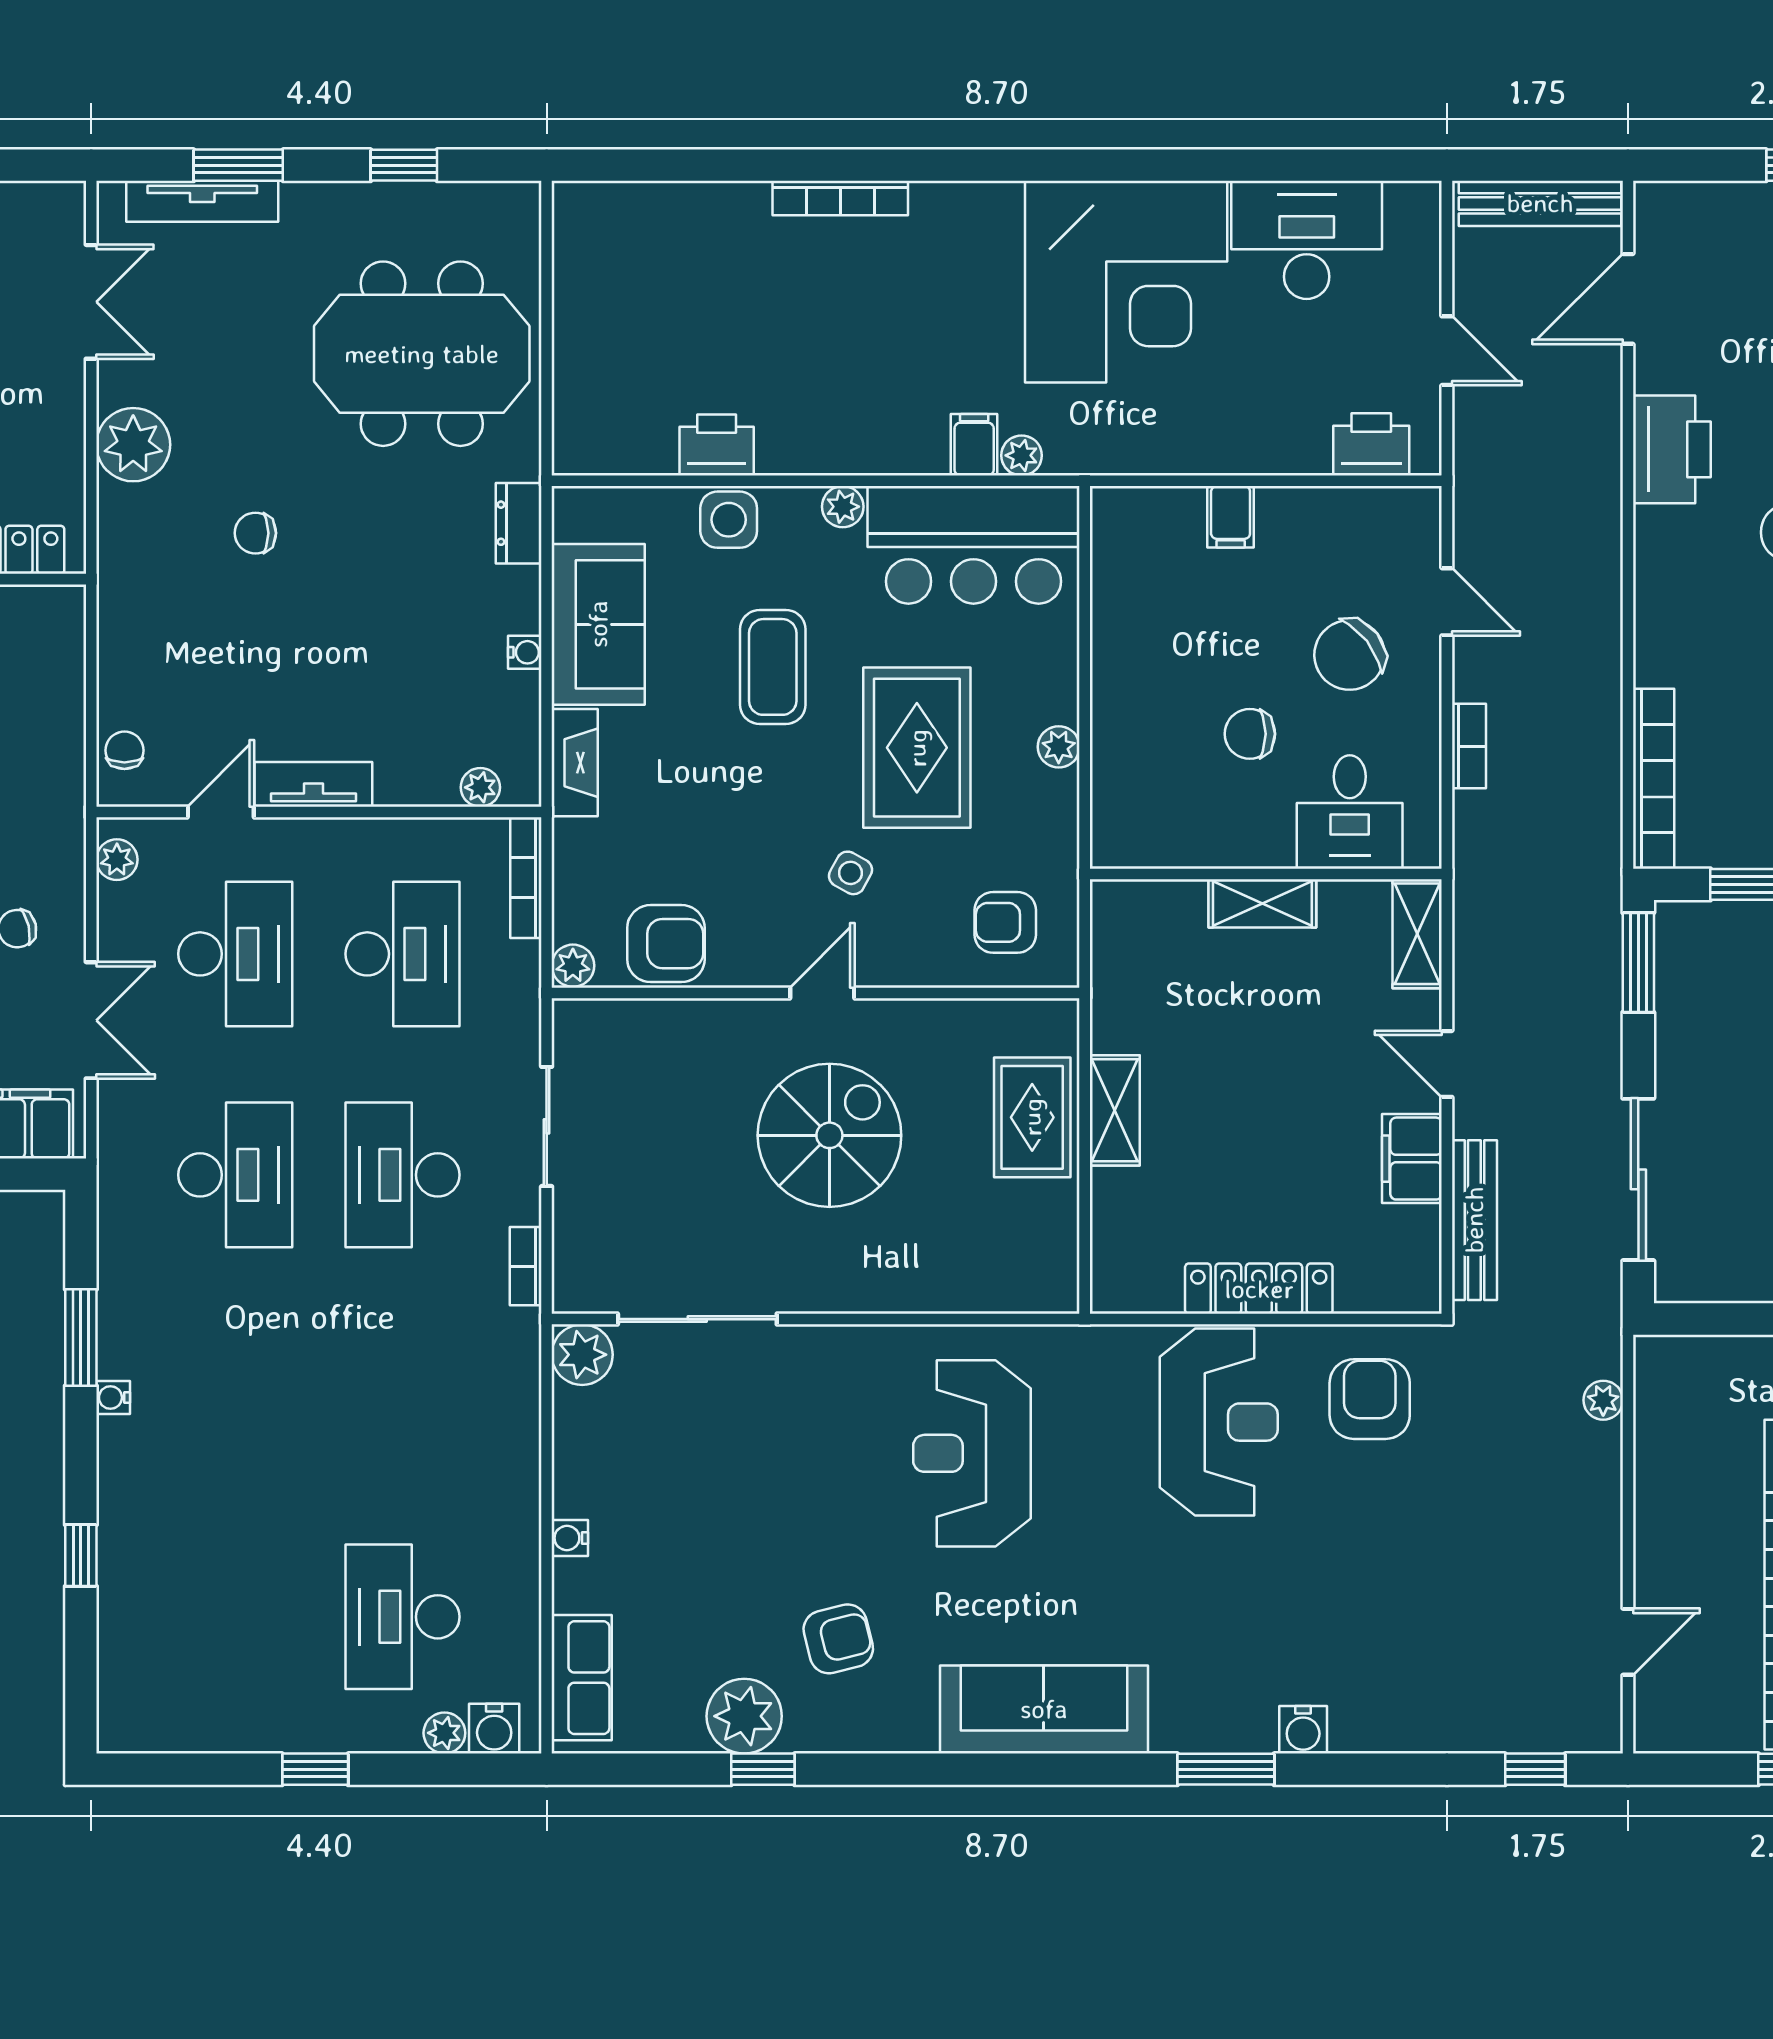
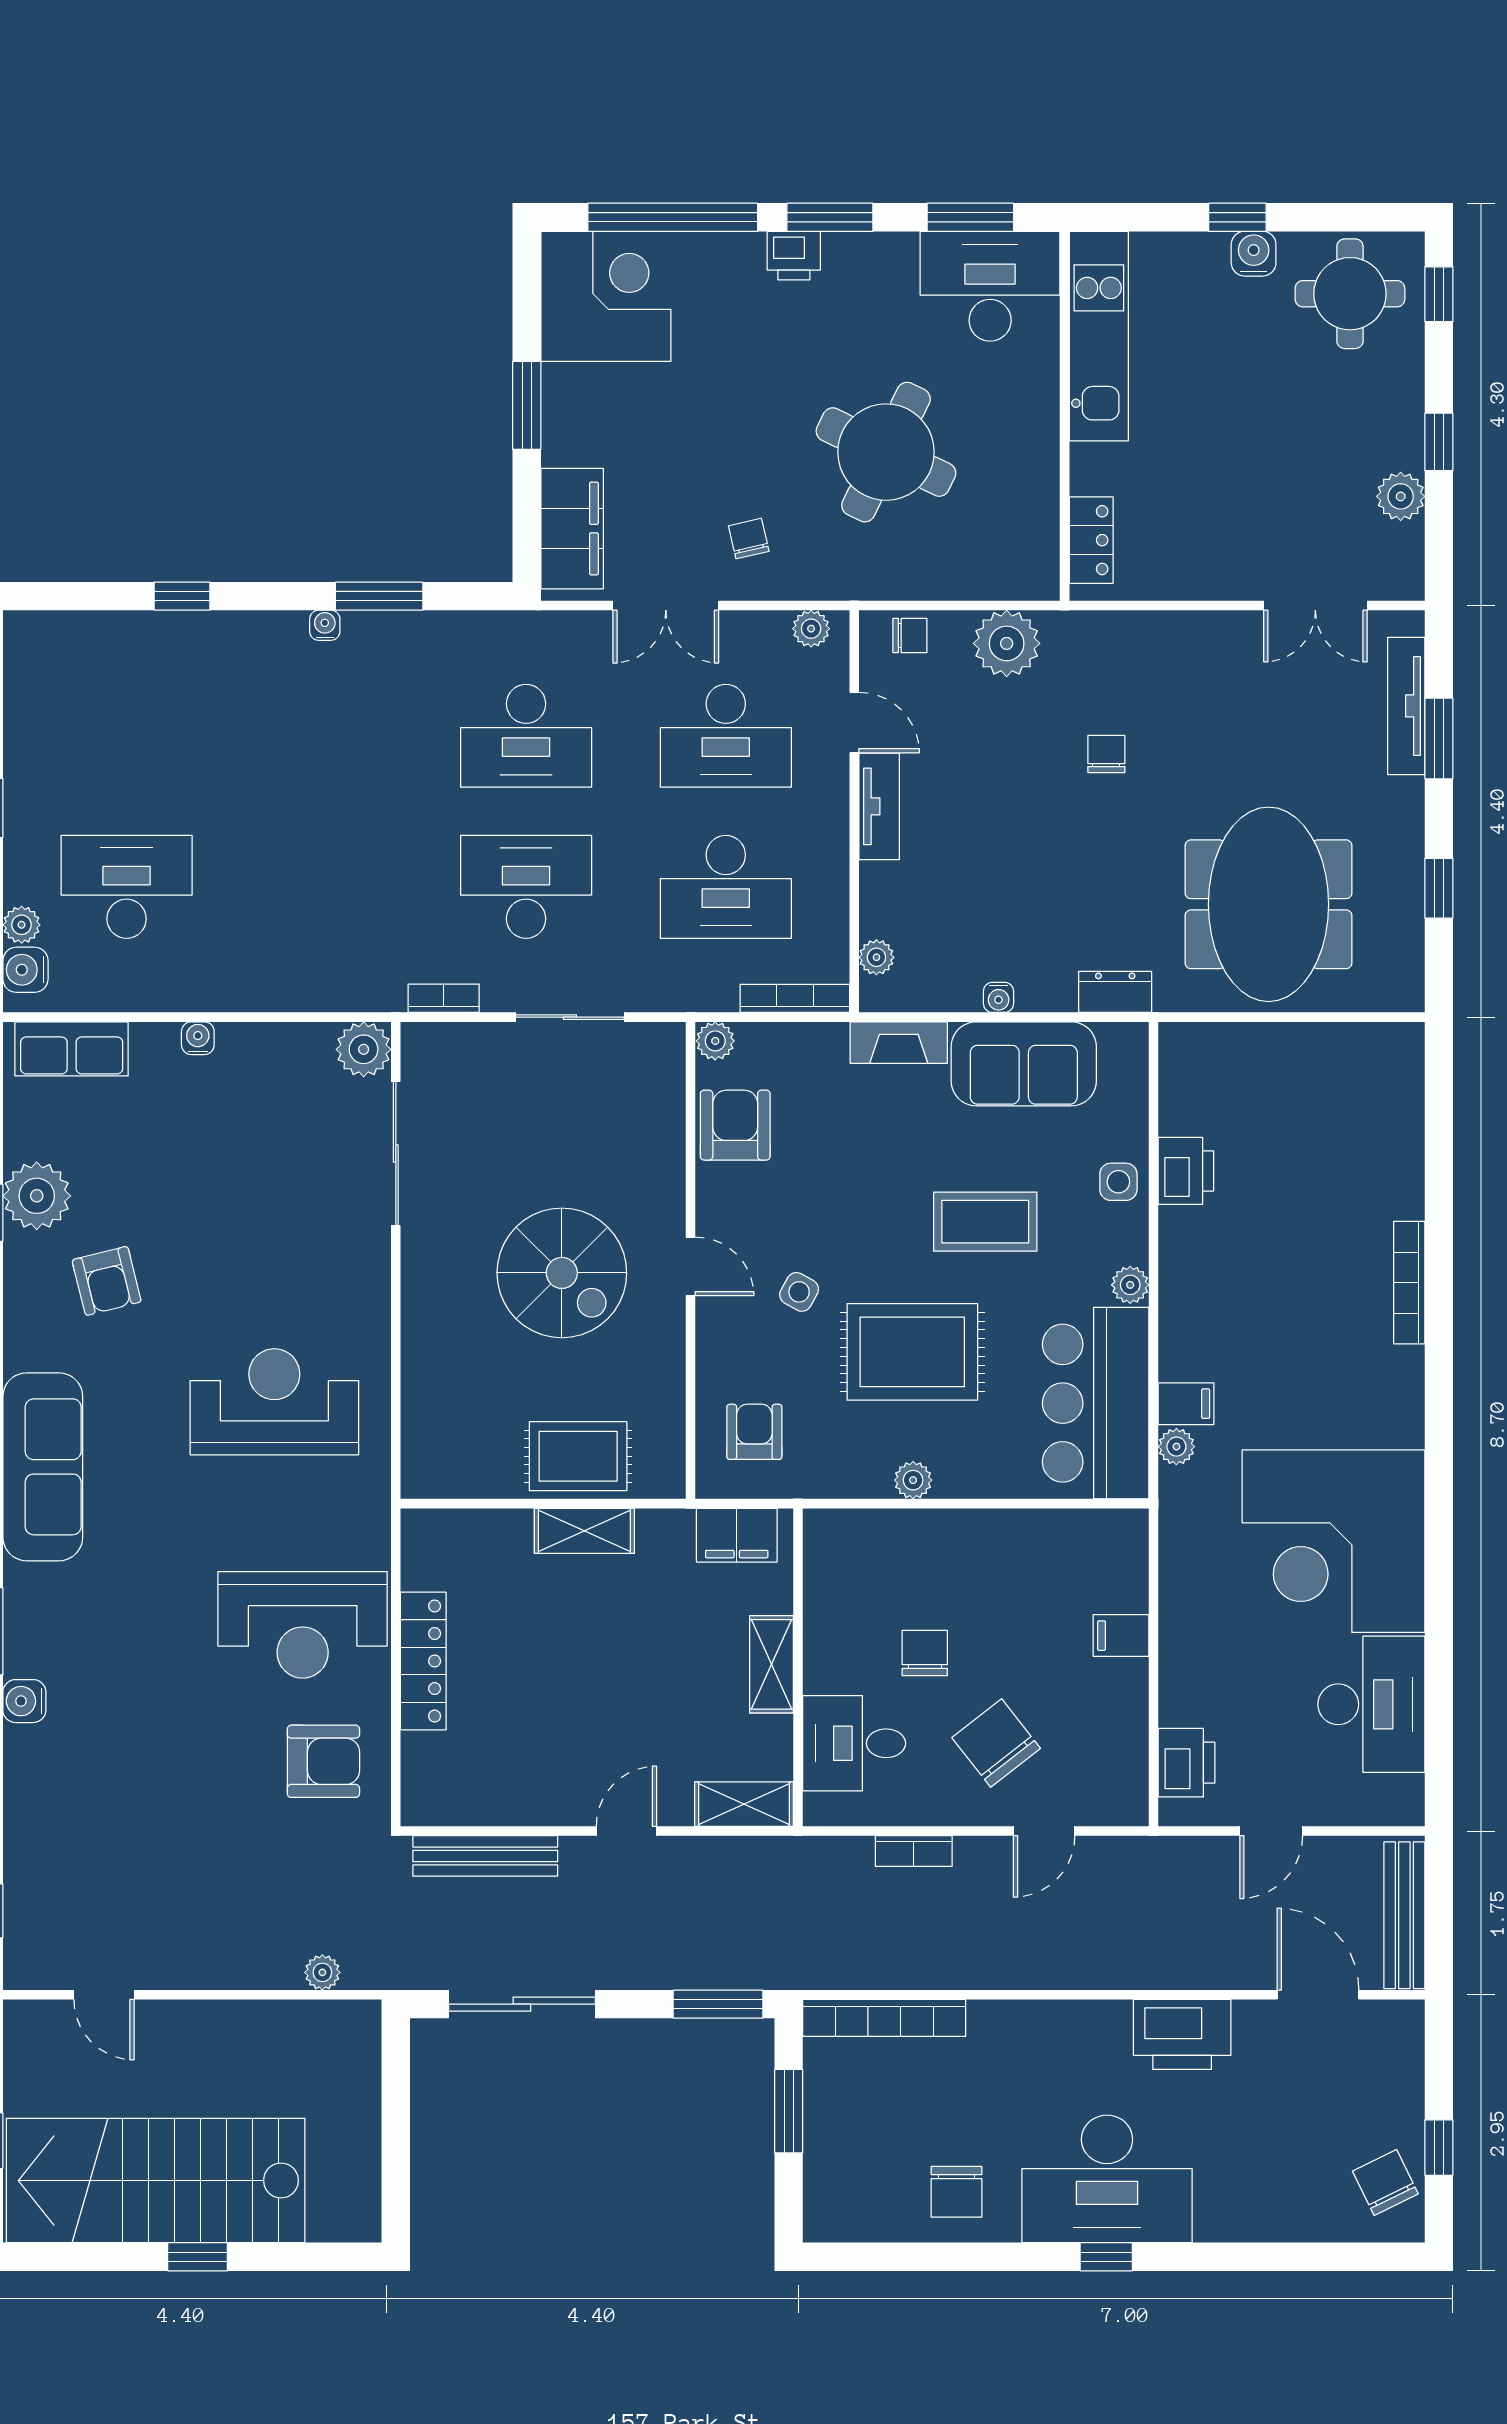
plant: (133, 445) -> (1007, 643), moved
side table: (729, 520) -> (1118, 1182), width x0.73, depth x0.73
armchair: (666, 944) -> (735, 1125), turned 180
filing cabinet: (1412, 1159) -> (737, 1535), moved, turned 180

